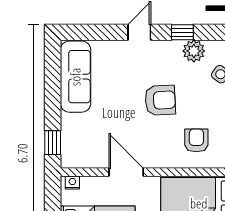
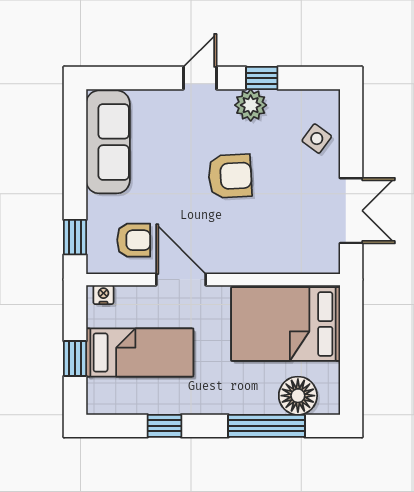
plant: (194, 51) -> (251, 105), moved
armchair: (196, 140) -> (134, 240), moved, turned 90

